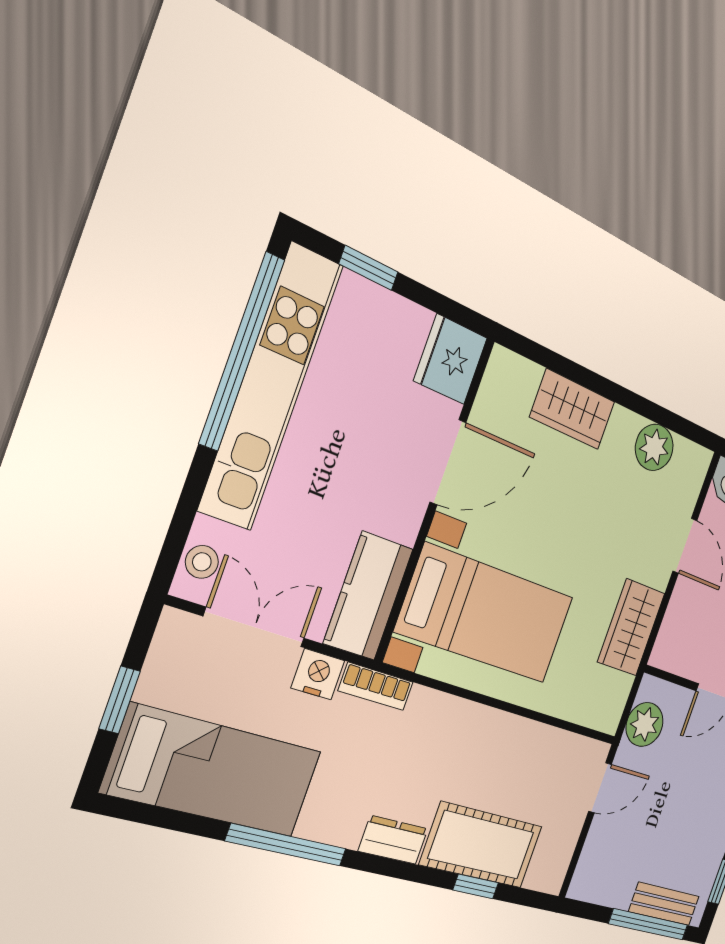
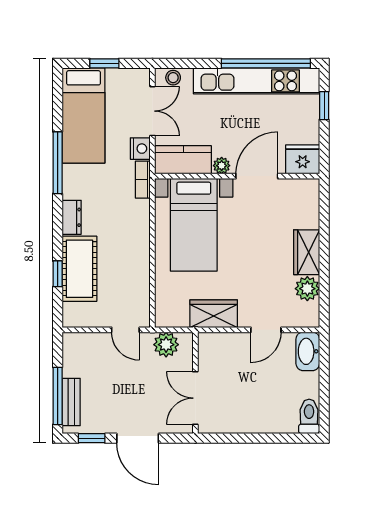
wardrobe: (572, 409) -> (307, 252), moved
door: (448, 462) -> (257, 176), swing flipped
plant: (405, 524) -> (222, 166), added

